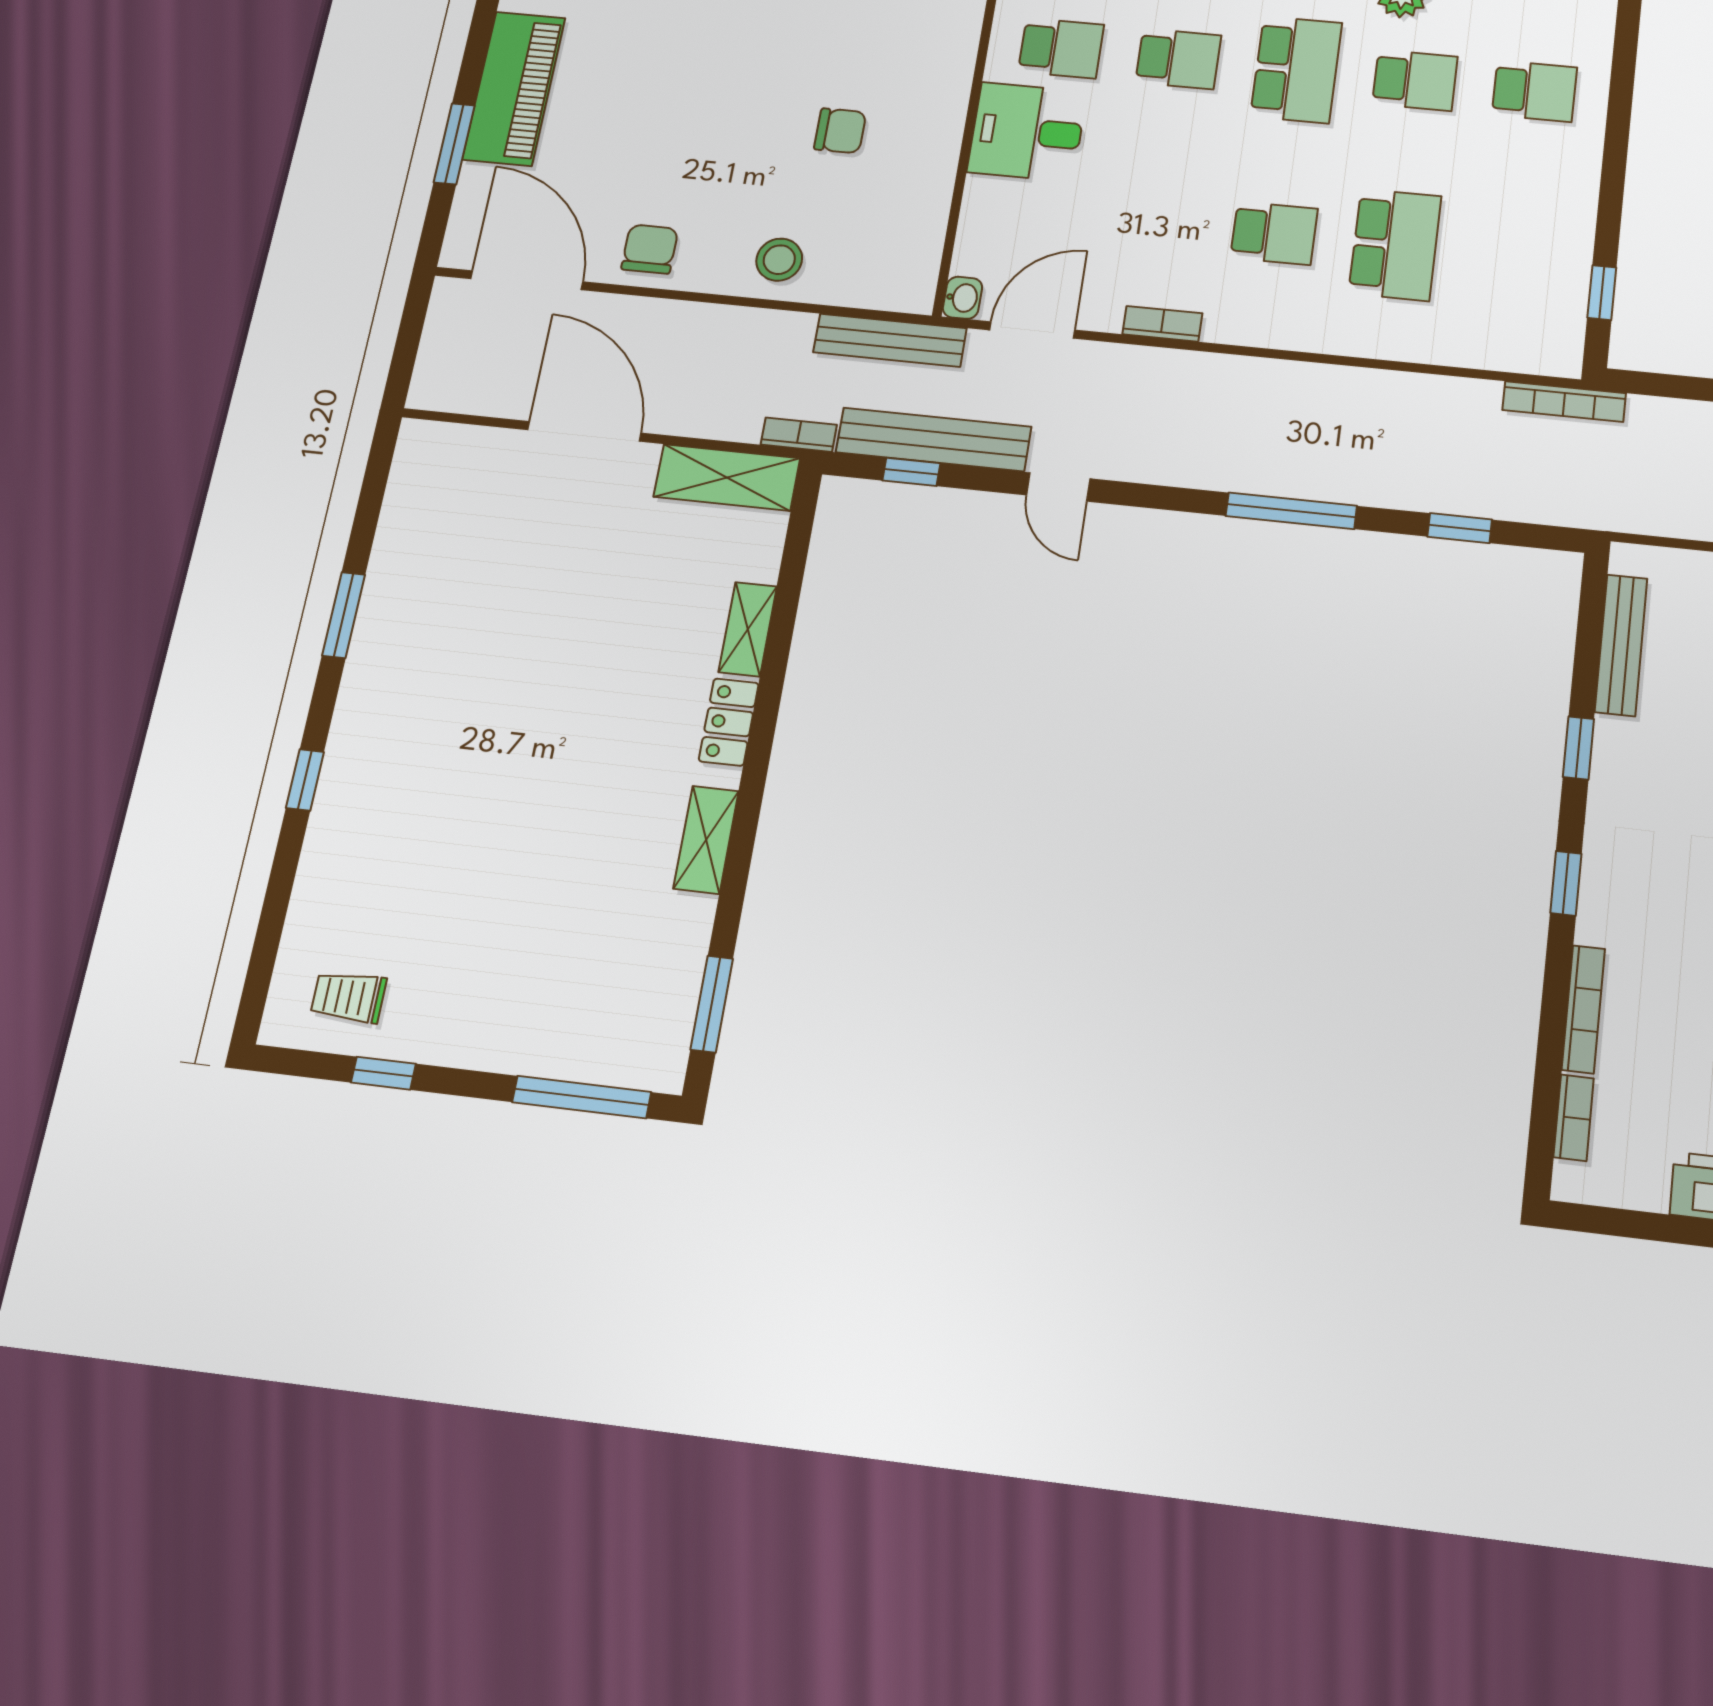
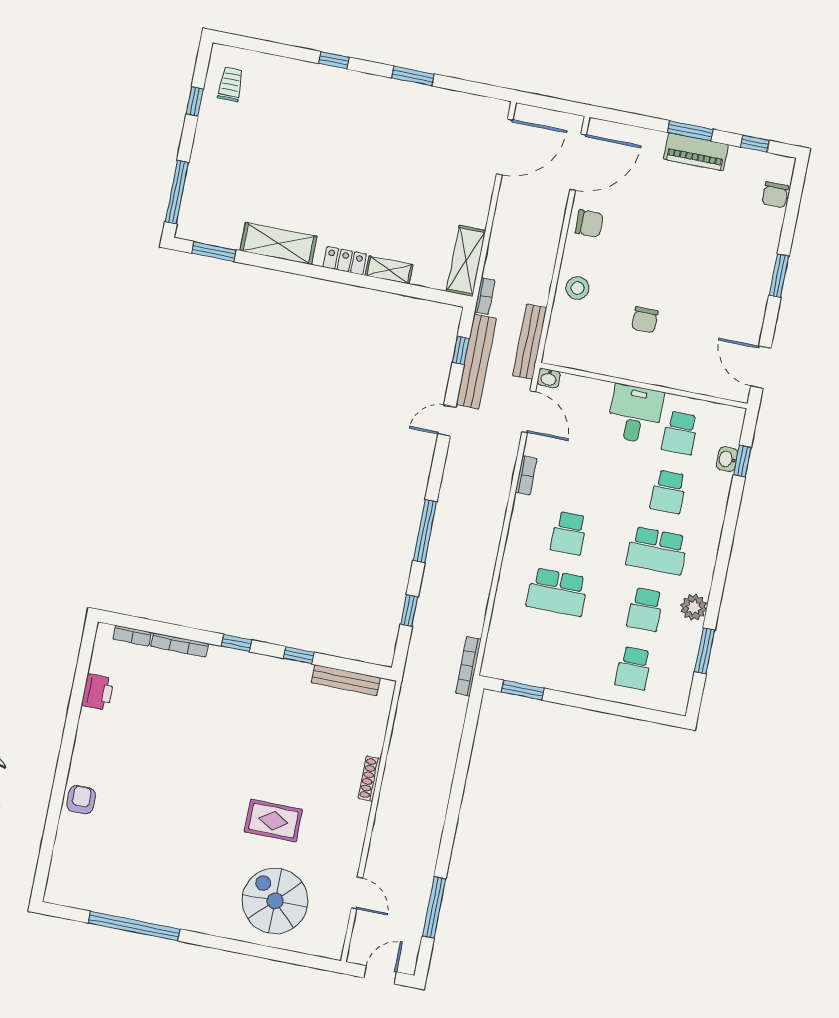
piano: (514, 88) -> (696, 152), width x0.73, depth x0.75
window: (454, 144) -> (690, 131), moved
window: (1602, 293) -> (523, 690), width x1.50
door: (584, 431) -> (505, 147), moved
shelving: (706, 840) -> (278, 243), width x1.50, depth x1.33

